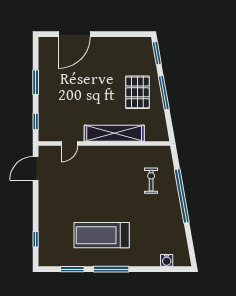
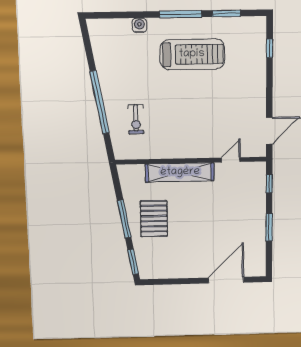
water cooler: (167, 260) -> (139, 25), moved

